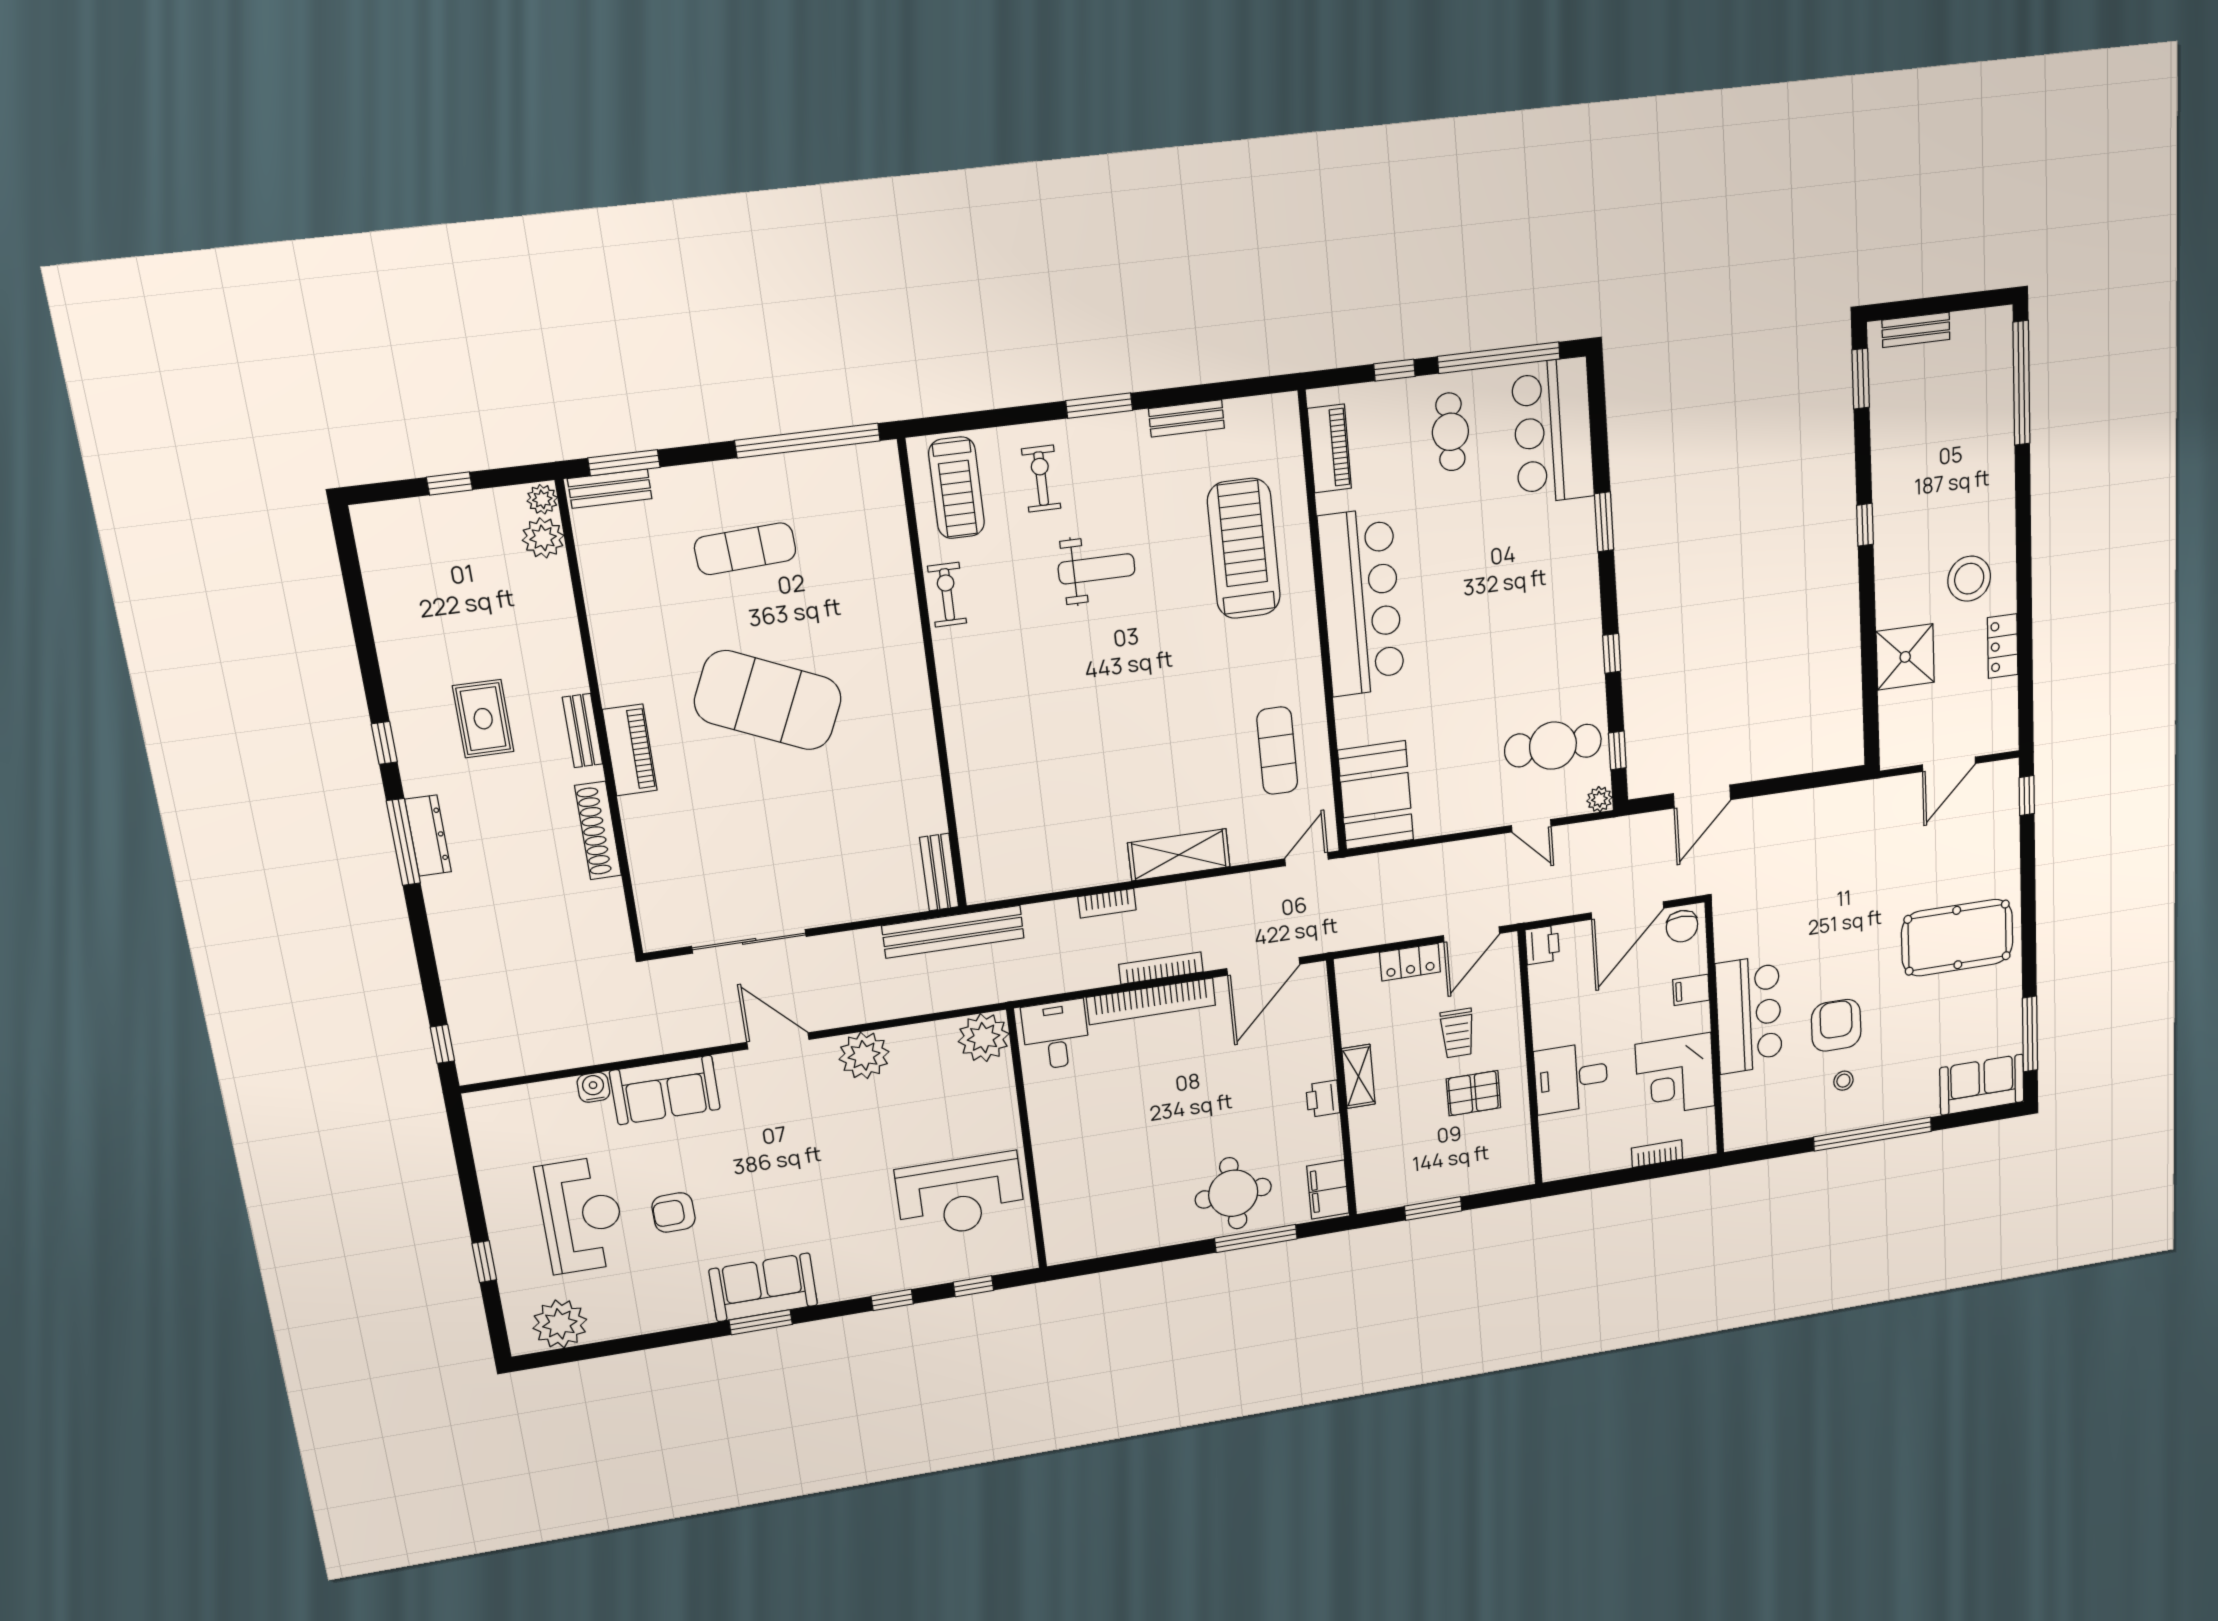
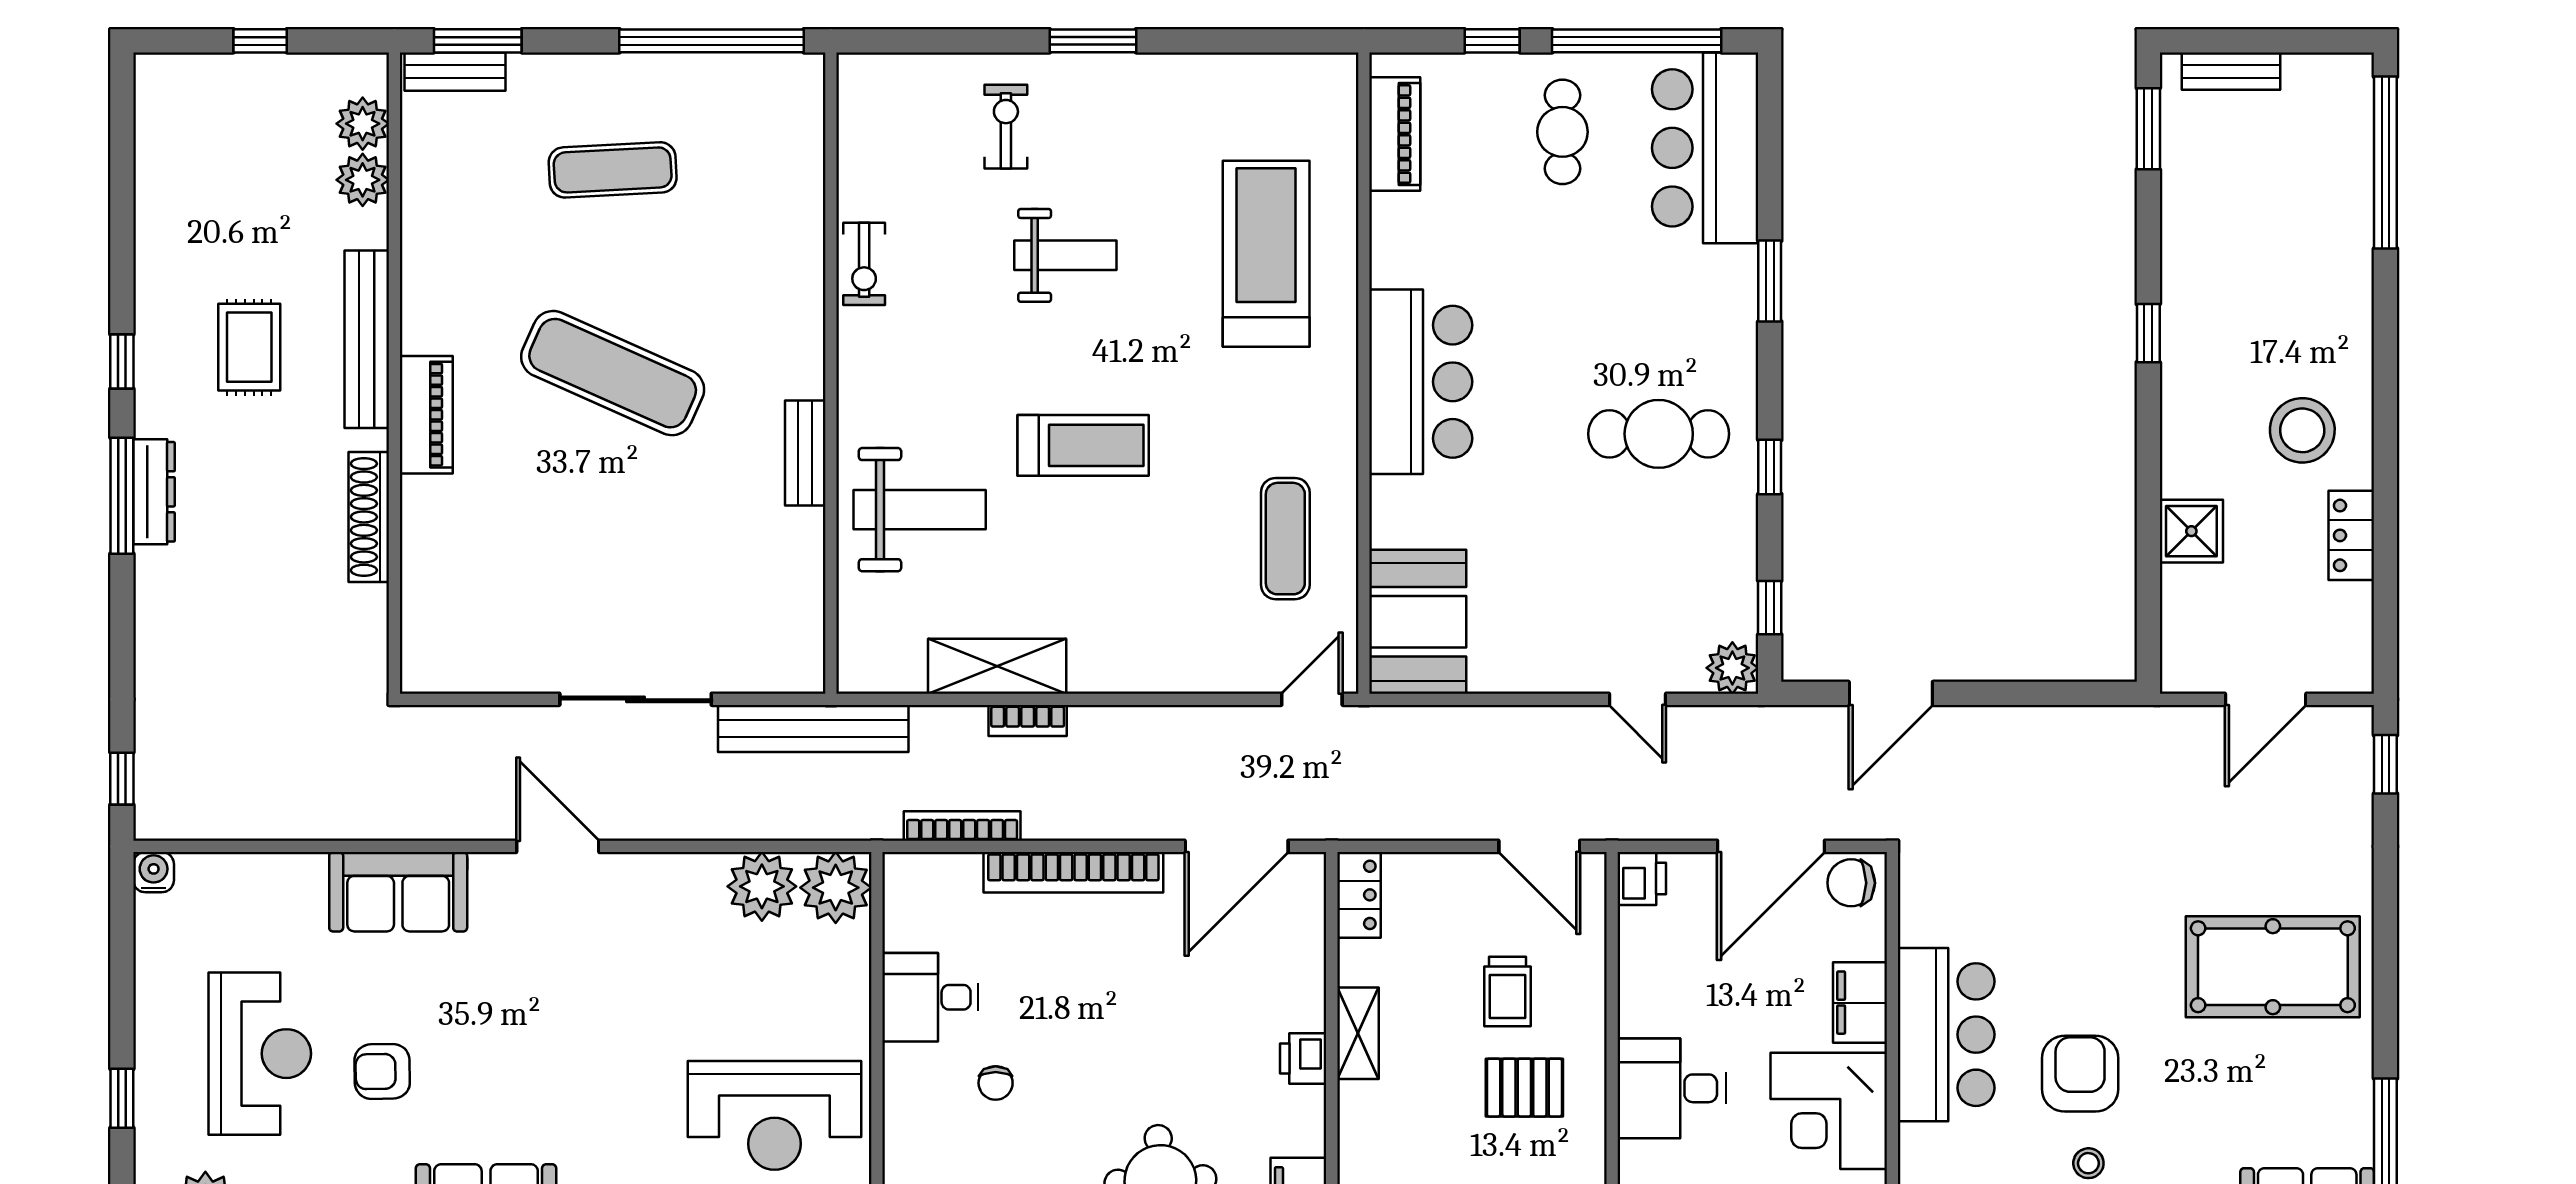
bench: (1187, 418) -> (1206, 71), removed
treadmill: (957, 488) -> (1083, 445), moved, turned -90
plant: (542, 499) -> (363, 180), moved, width x1.38, depth x1.38
exercise bike: (947, 595) -> (864, 264), turned 180
bar counter: (1362, 602) -> (1421, 382), width x0.73
shower: (1905, 657) -> (2191, 531), width x0.73, depth x0.73
exercise mat: (768, 700) -> (613, 373), width x0.68
bench: (583, 731) -> (367, 339), width x1.86, depth x1.21
cafe table: (1553, 746) -> (1659, 434), moved
weight bench: (1011, 767) -> (920, 510), added
plant: (1599, 799) -> (1732, 668), width x1.38, depth x1.38
shelving: (1179, 855) -> (997, 666), moved
bench: (939, 872) -> (805, 453), moved
chair: (1682, 926) -> (1851, 883), turned 90
door: (1472, 934) -> (1539, 846), hinge flipped
sliding door: (749, 941) -> (636, 699), moved
locker: (1410, 962) -> (1359, 895), moved, turned -90
bookcase: (1161, 968) -> (962, 826), moved
filing cabinet: (1691, 990) -> (1860, 1003), width x2.00
desk: (1056, 1035) -> (930, 997), moved, turned -90
plant: (864, 1055) -> (762, 886), moved
water cooler: (593, 1087) -> (154, 872), moved
chair: (1113, 1149) -> (996, 1083), added

